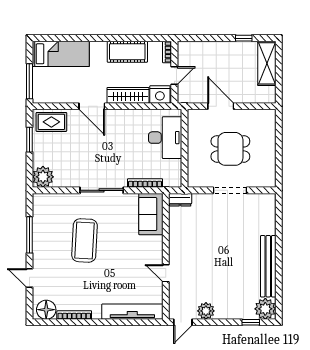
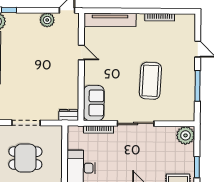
floor lamp: (46, 310) -> (184, 22), removed

